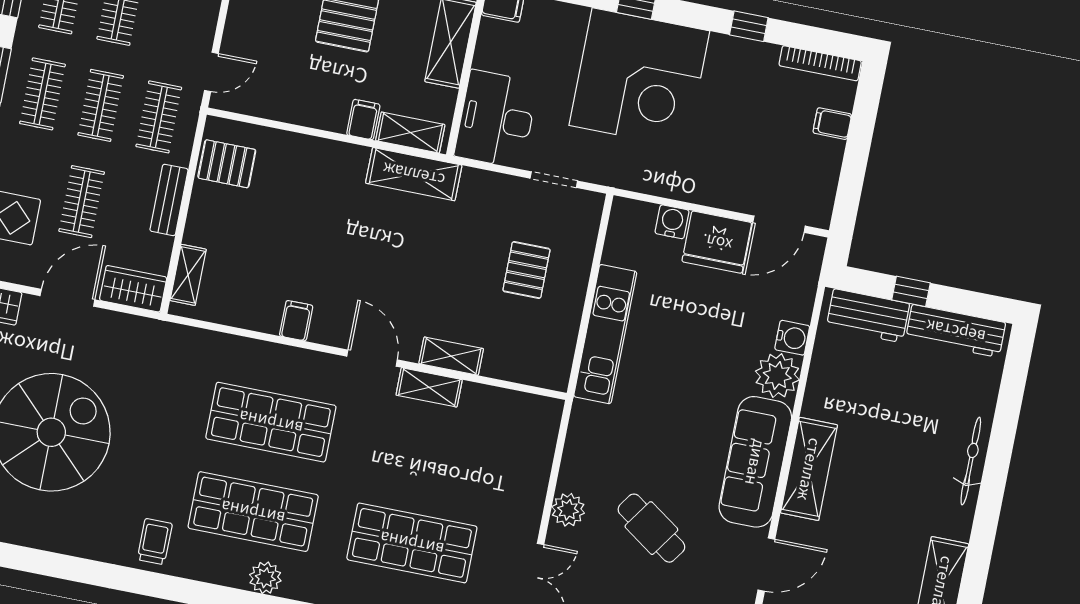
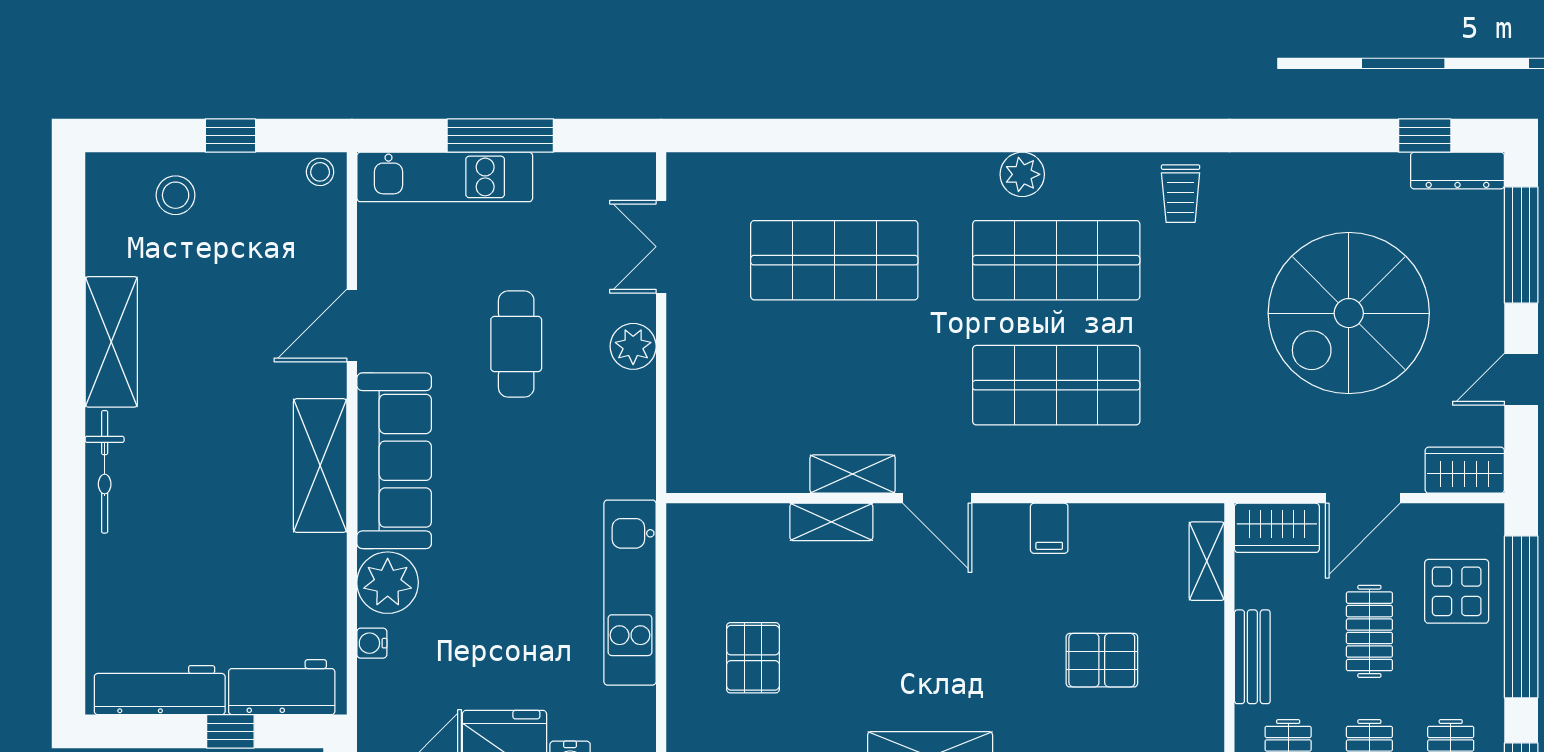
pallet: (227, 164) -> (1102, 660), moved
water cooler: (792, 338) -> (372, 643), width x0.72, depth x0.72
bicycle: (971, 461) -> (105, 472), moved
cafe table: (651, 528) -> (516, 344), turned 55

